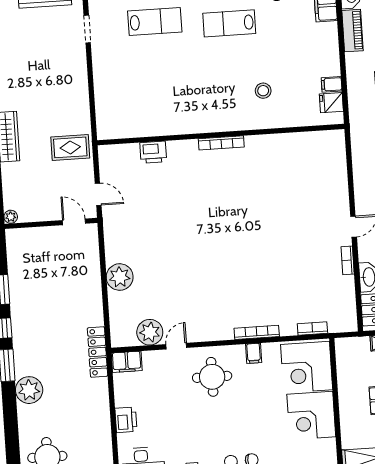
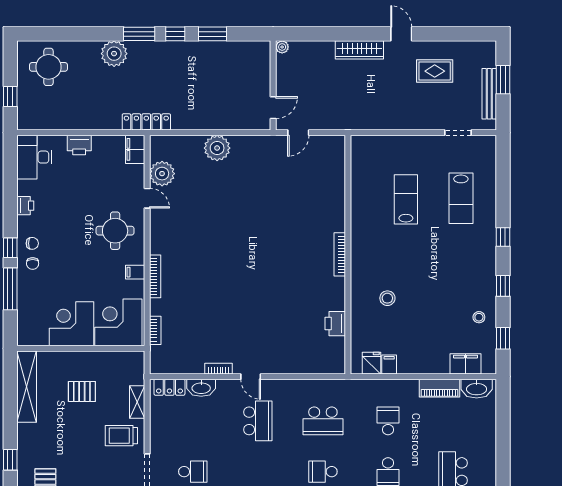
lab bench: (229, 23) -> (406, 199), moved
rug: (70, 147) -> (435, 71), moved, turned 90
printer: (153, 152) -> (335, 324), moved

